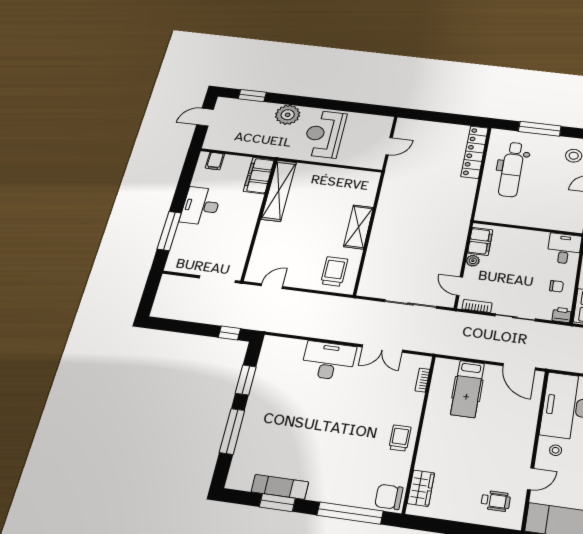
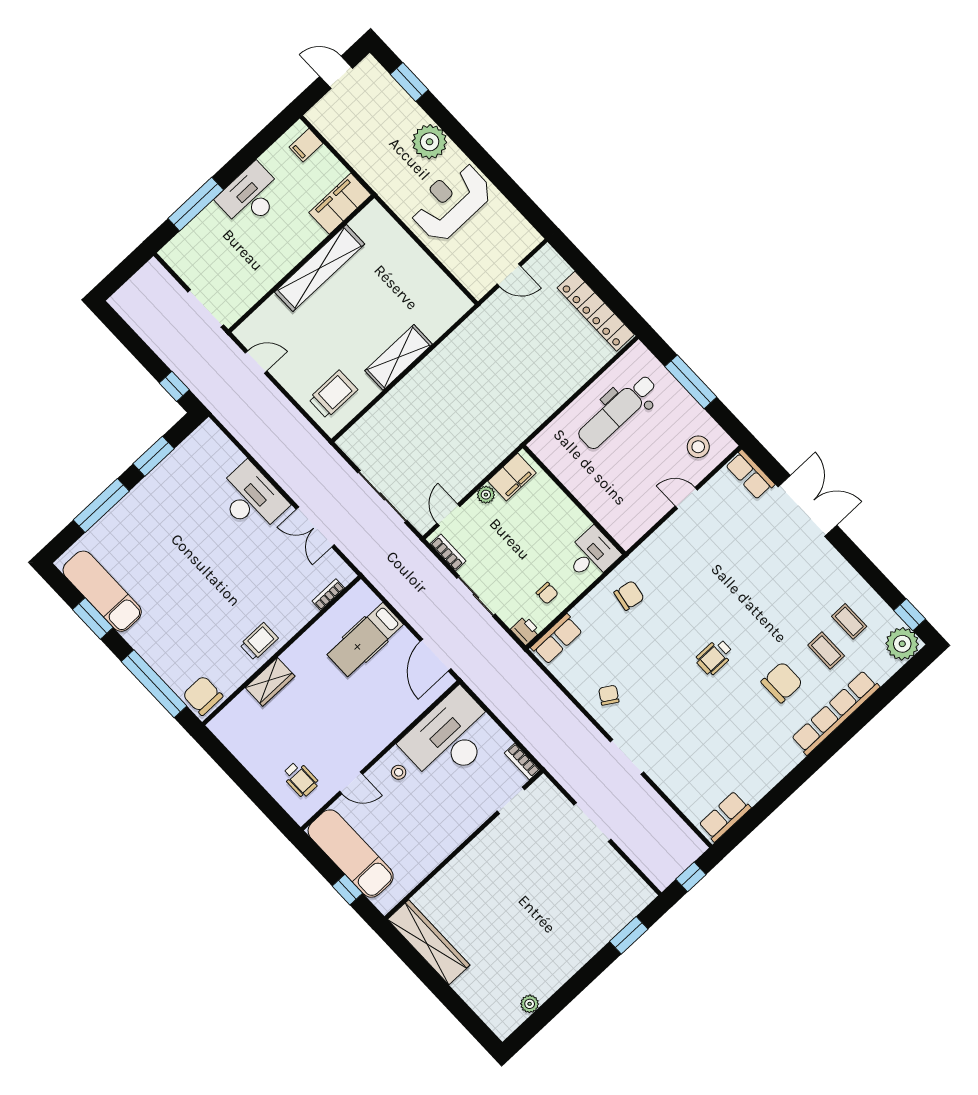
locker: (474, 152) -> (596, 311), moved, turned -90
shelving: (279, 191) -> (320, 268), moved
exam couch: (280, 487) -> (102, 591), width x1.36, depth x1.45
wardrobe: (421, 488) -> (270, 682), moved

